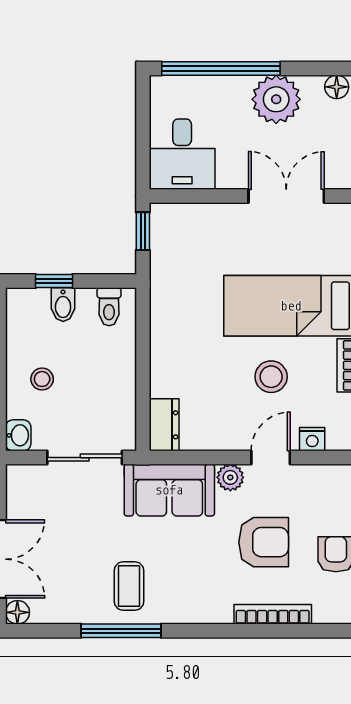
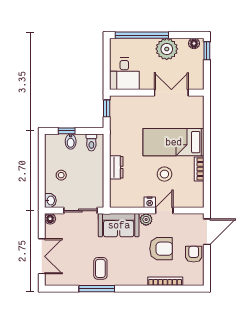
dresser: (164, 425) -> (116, 167), moved
nightstand: (312, 439) -> (150, 202), moved
floor lamp: (17, 612) -> (50, 219), moved

